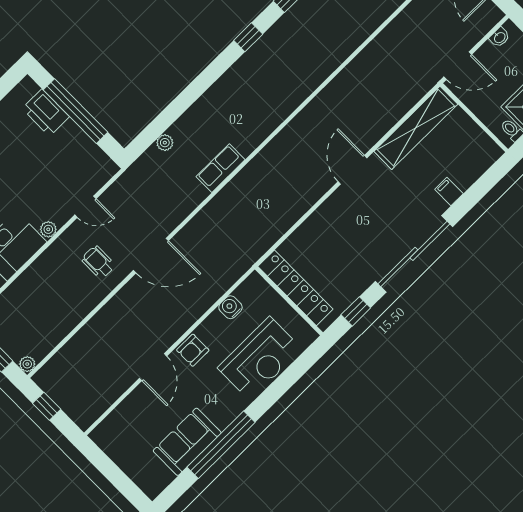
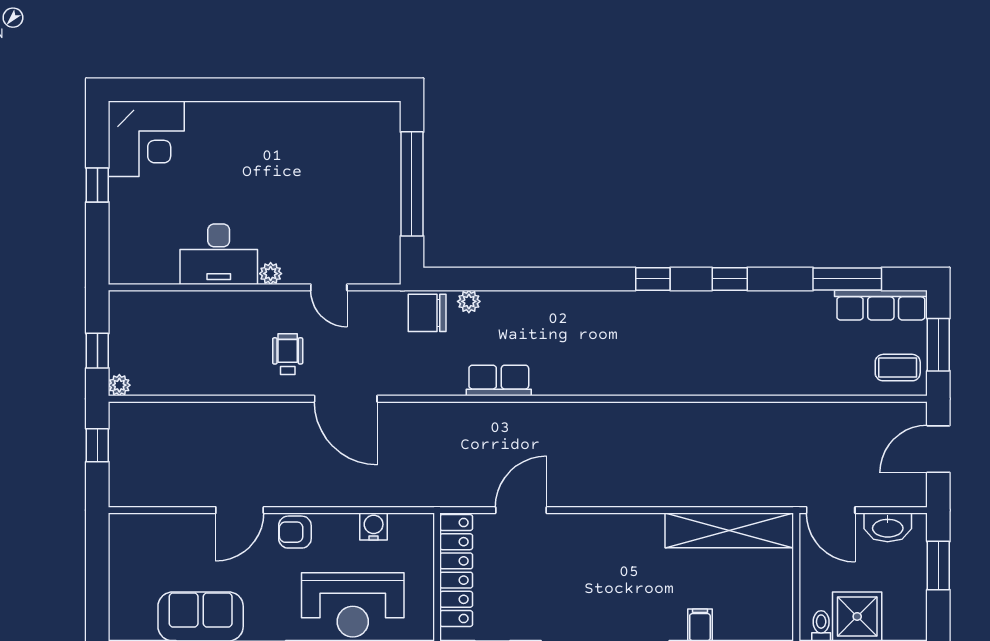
washbasin: (499, 37) -> (888, 527), width x1.91, depth x1.45
printer: (46, 113) -> (381, 157), removed
chair: (149, 170) -> (427, 313), added
door: (352, 170) -> (521, 510), moved

